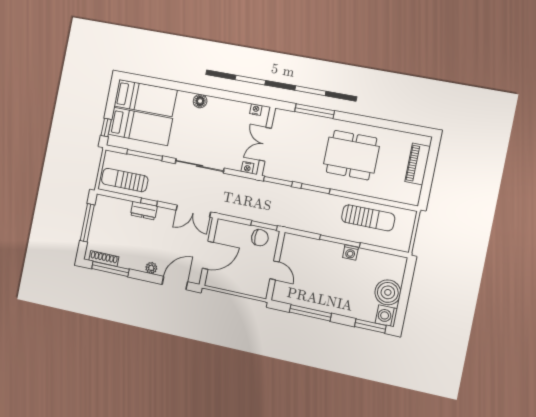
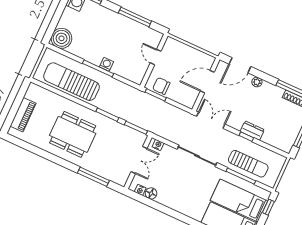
floor lamp: (200, 101) -> (151, 193), moved
sun lounger: (125, 180) -> (248, 164), moved
sun lounger: (368, 218) -> (71, 82), width x1.36, depth x1.34
washing machine: (350, 252) -> (106, 64), moved
boiler: (388, 292) -> (62, 38), moved

